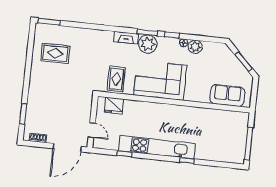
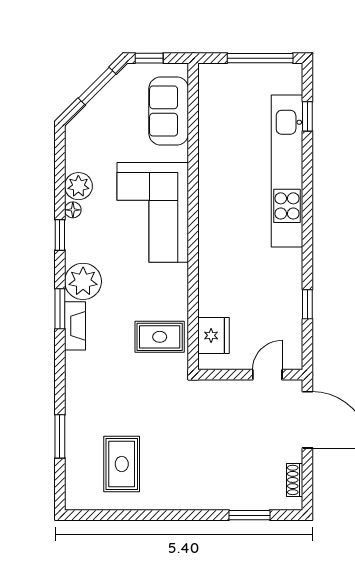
window: (49, 22) -> (60, 436), moved
window: (147, 32) -> (60, 309), moved
corner sofa: (160, 80) -> (153, 212), moved
window: (255, 89) -> (149, 58), added
kitchen unit: (157, 147) -> (287, 171), moved
window: (187, 161) -> (307, 116), moved

